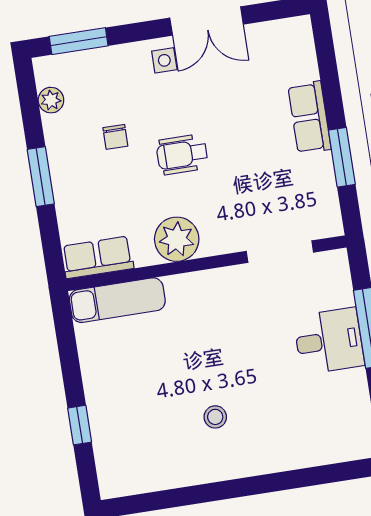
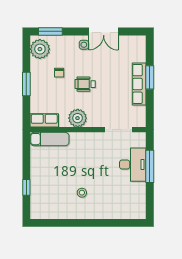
plant: (51, 100) -> (40, 49), width x1.88, depth x1.88
row of seats: (309, 117) -> (139, 84), width x1.48
window: (342, 157) -> (150, 77), moved
desk: (329, 341) -> (133, 165), width x1.37

